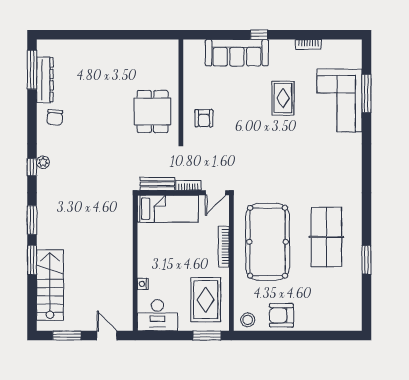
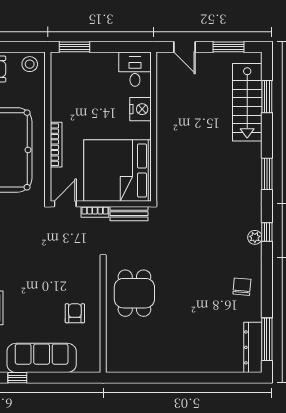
dresser: (45, 80) -> (253, 347), moved
armchair: (204, 118) -> (75, 313), moved
bed: (168, 209) -> (118, 170), width x2.04
window: (32, 260) -> (267, 97), moved
nightstand: (143, 284) -> (140, 109), width x1.89, depth x1.79
rug: (206, 300) -> (76, 86), removed
desk: (157, 315) -> (135, 69), width x0.73

